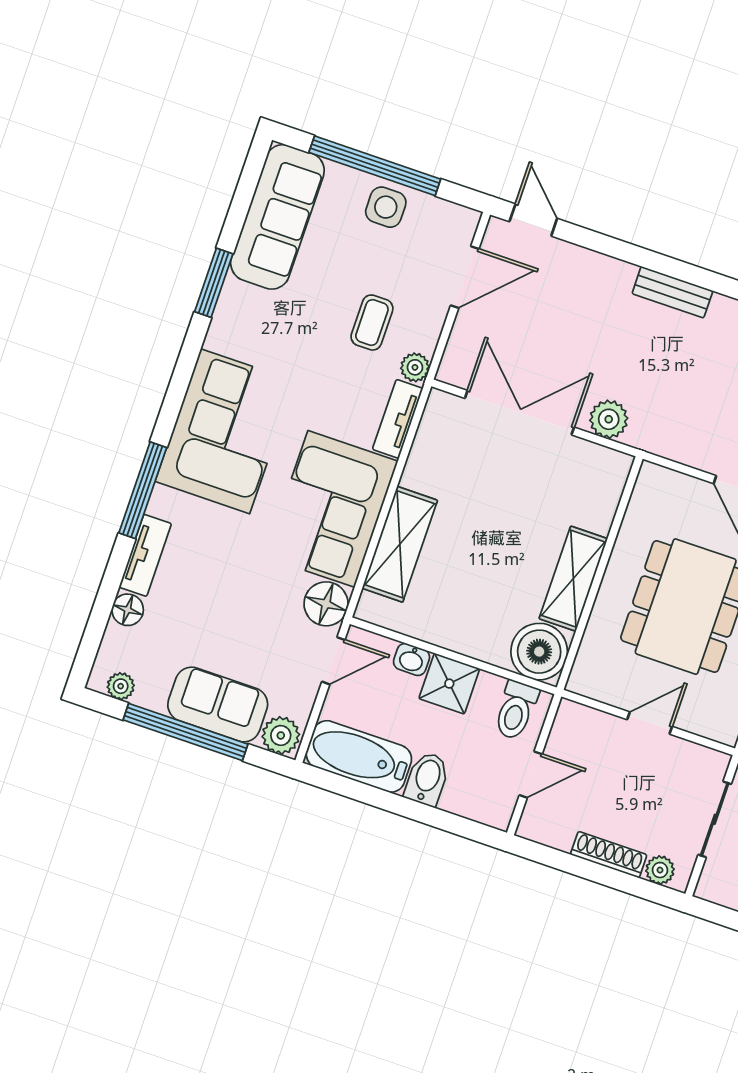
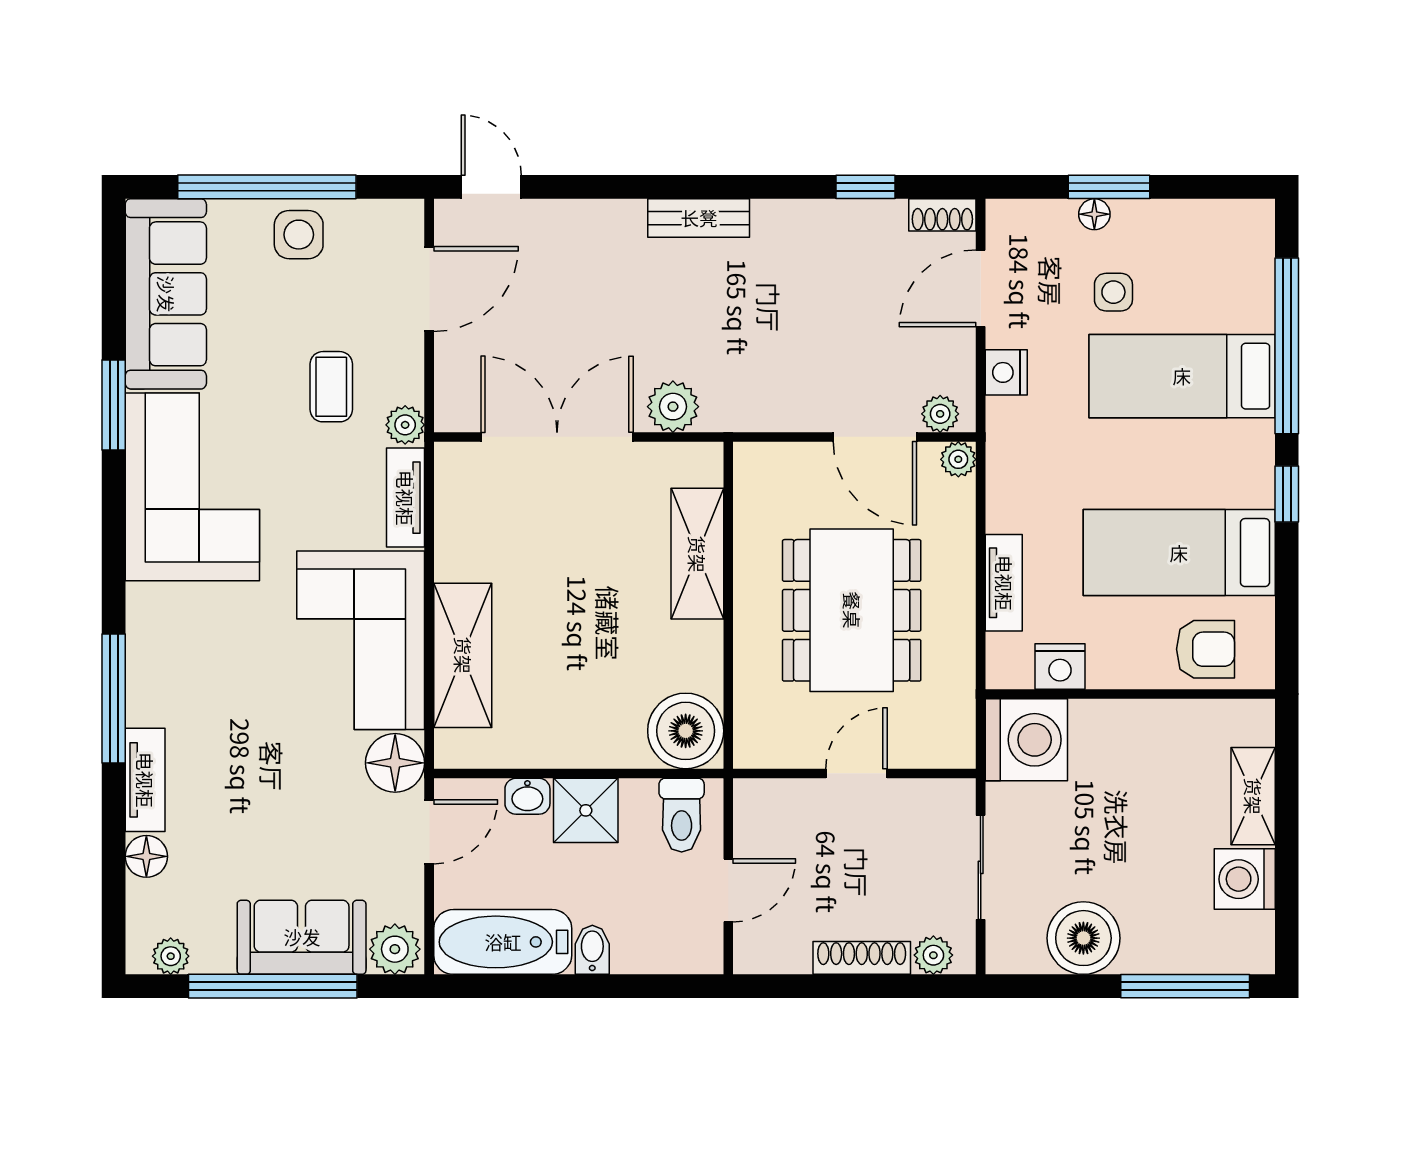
corner sofa: (225, 431) -> (192, 487), moved
shelving: (573, 579) -> (697, 554), moved
bidet: (427, 779) -> (592, 950), width x0.72, depth x0.74

